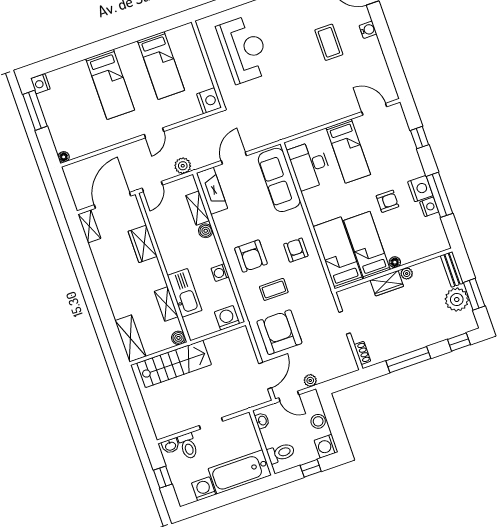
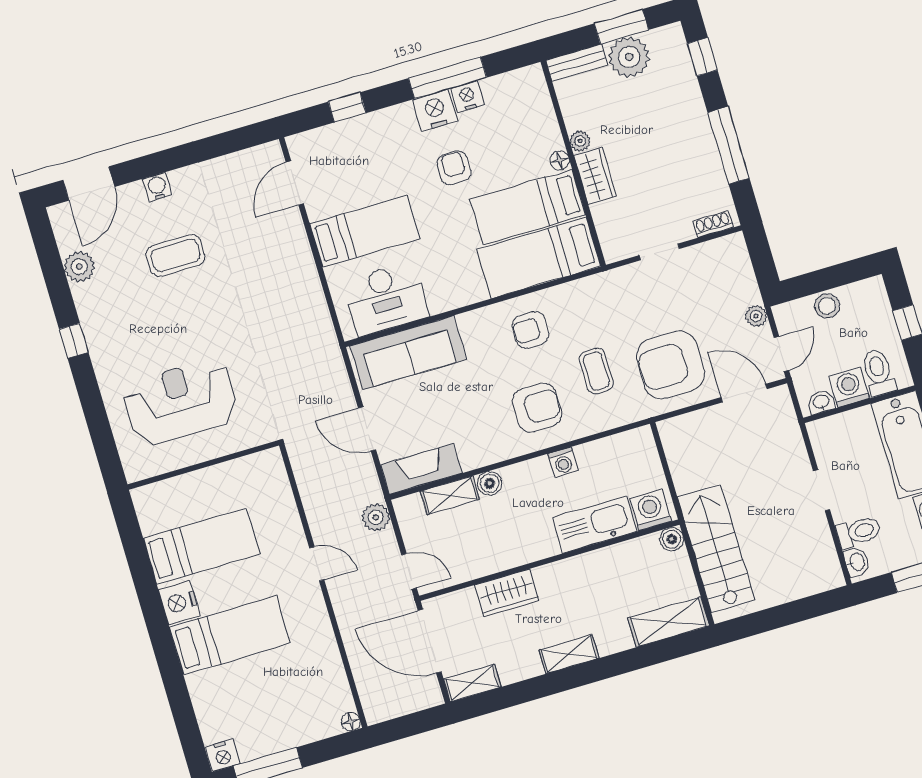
nightstand: (209, 101) -> (179, 603), moved, turned -90
shelving: (166, 304) -> (569, 654), moved
washing machine: (227, 318) -> (651, 510), moved, turned 90
washing machine: (326, 446) -> (849, 387), moved, turned 180

